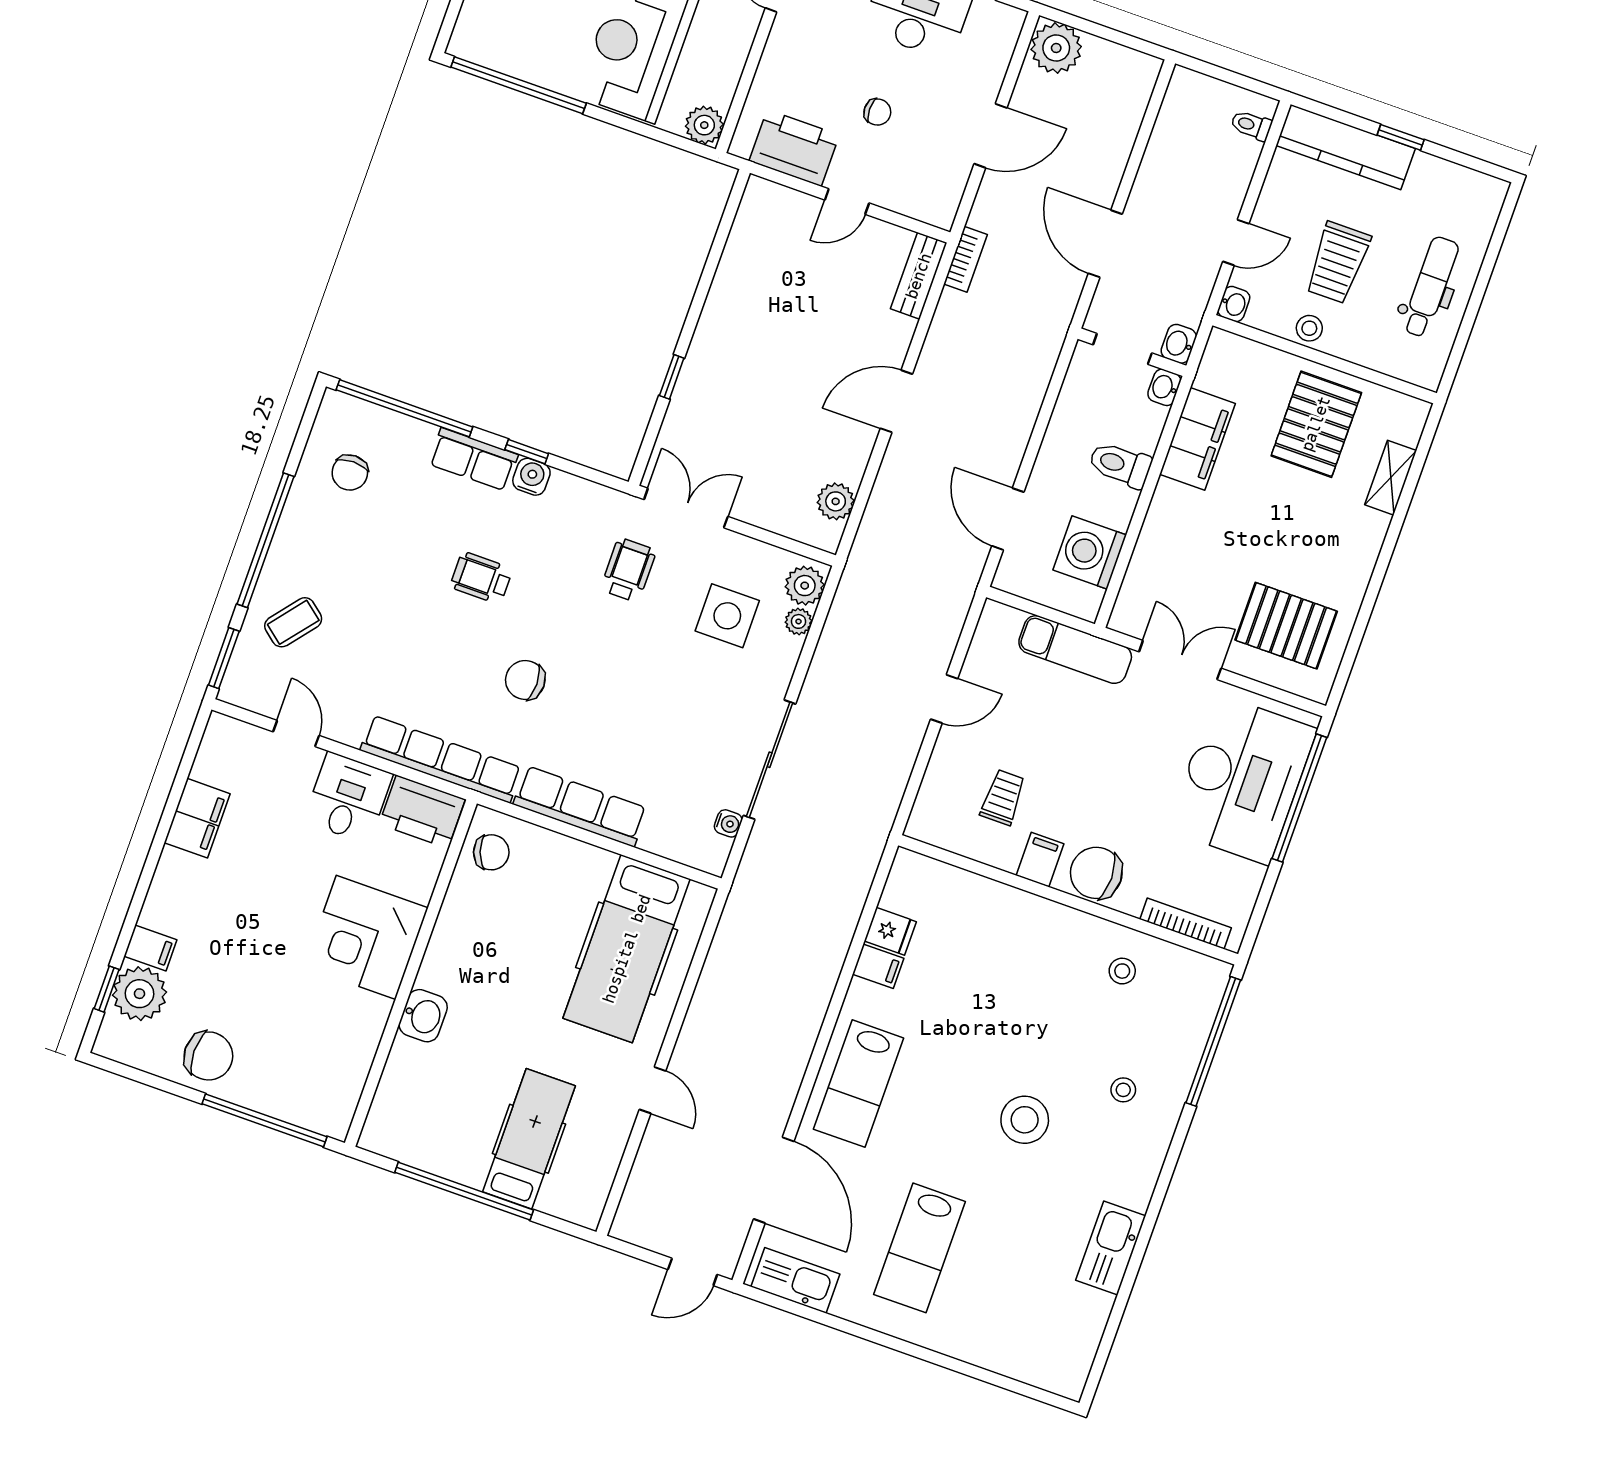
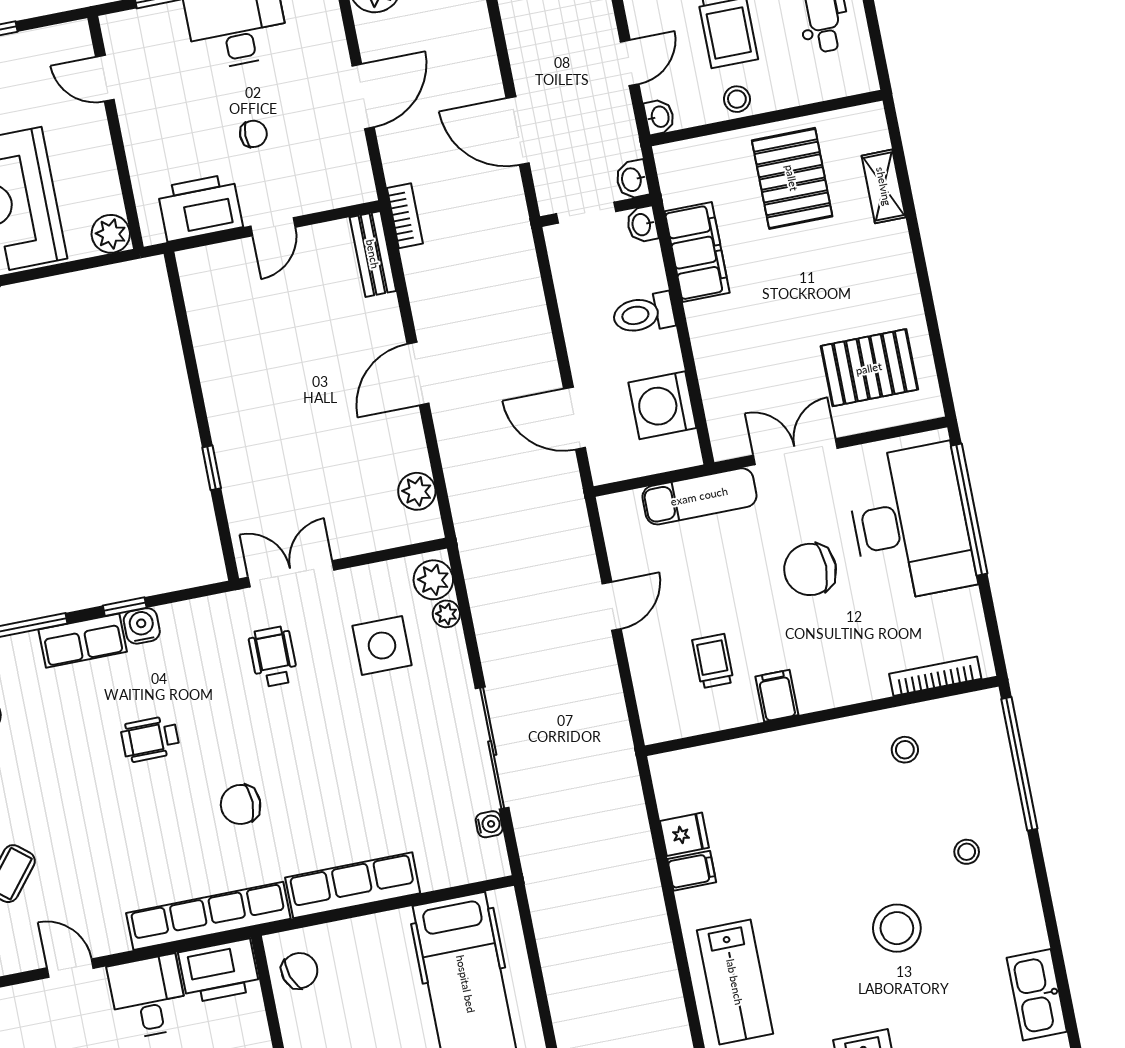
chair: (1096, 873) -> (810, 569), moved

